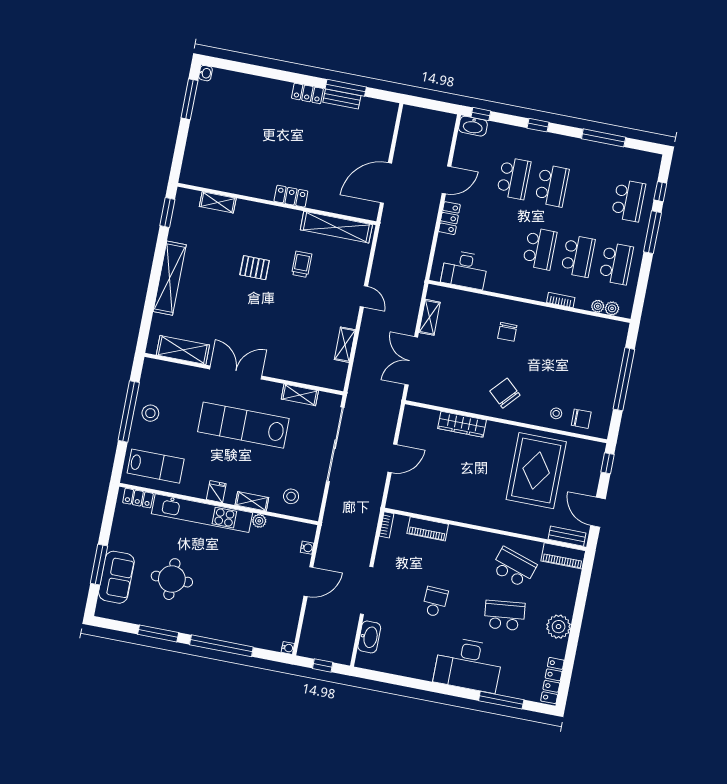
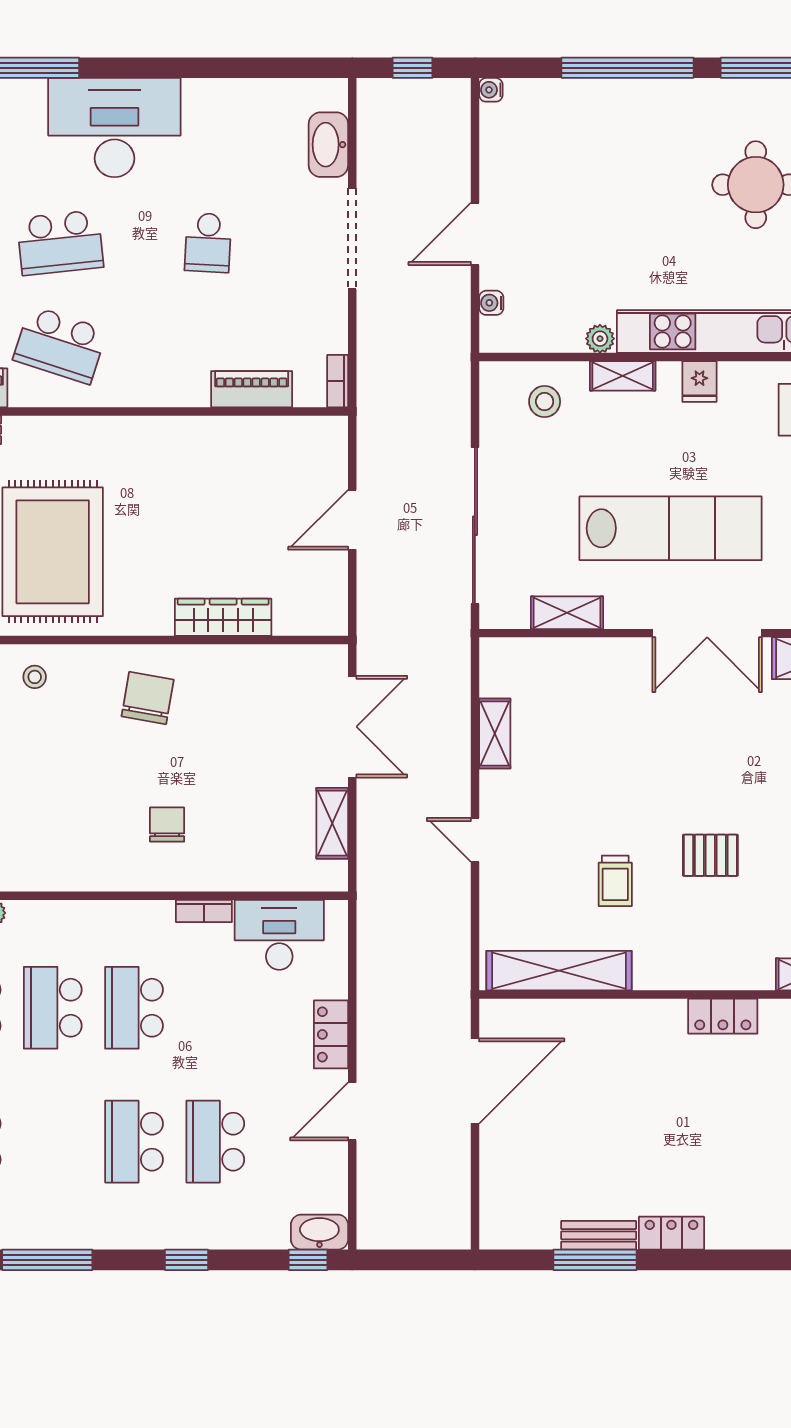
locker: (291, 196) -> (723, 1016), moved
bookcase: (561, 300) -> (204, 911), moved
chair: (505, 393) -> (148, 698), turned -122

